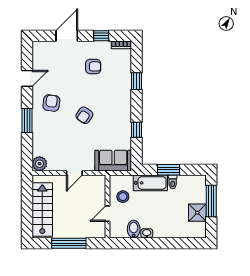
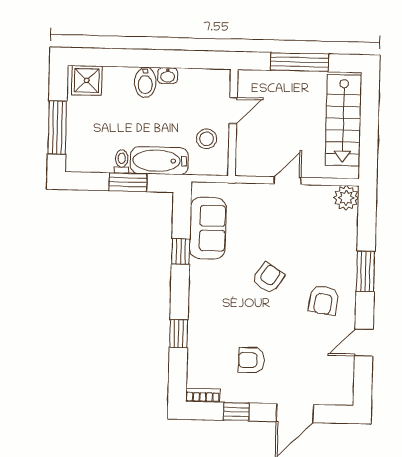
sofa: (113, 161) -> (208, 228), moved, turned -90
shower: (197, 213) -> (87, 80), moved
bidet: (134, 229) -> (145, 82), moved

